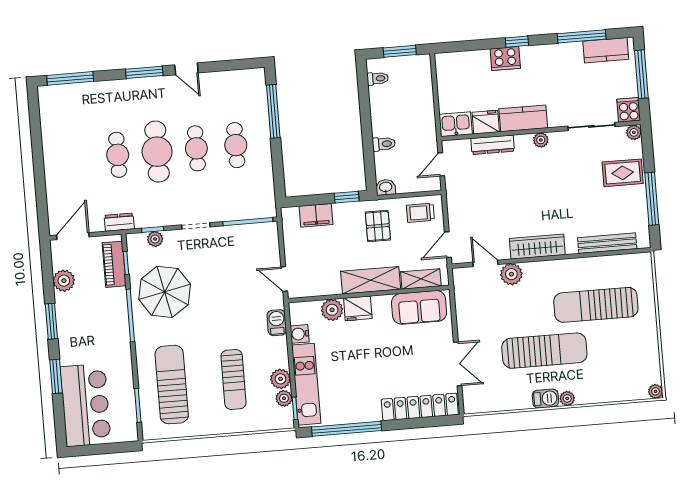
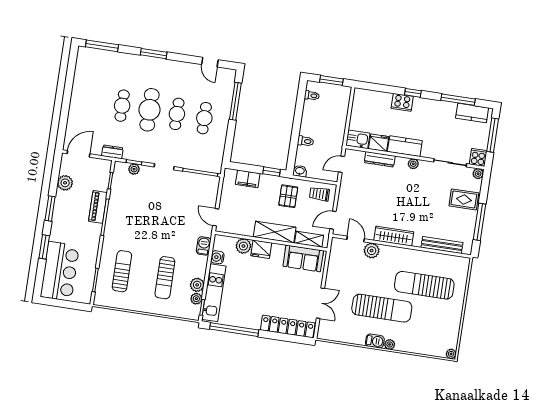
door: (186, 69) -> (210, 62), moved
piano: (114, 264) -> (98, 207), moved
parasol: (165, 292) -> (132, 207), removed
sun lounger: (172, 385) -> (122, 271), width x0.73, depth x0.75

